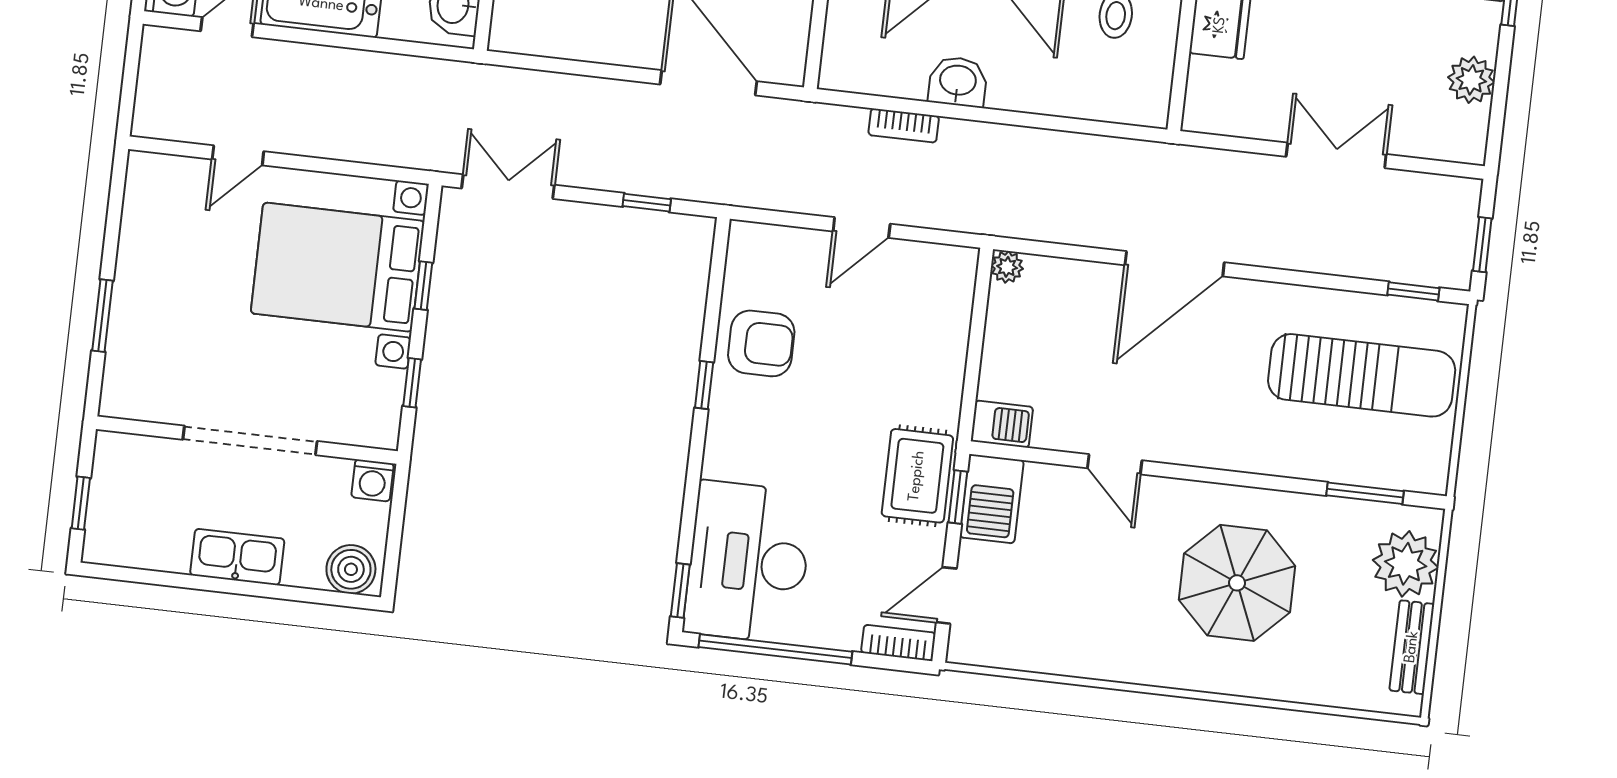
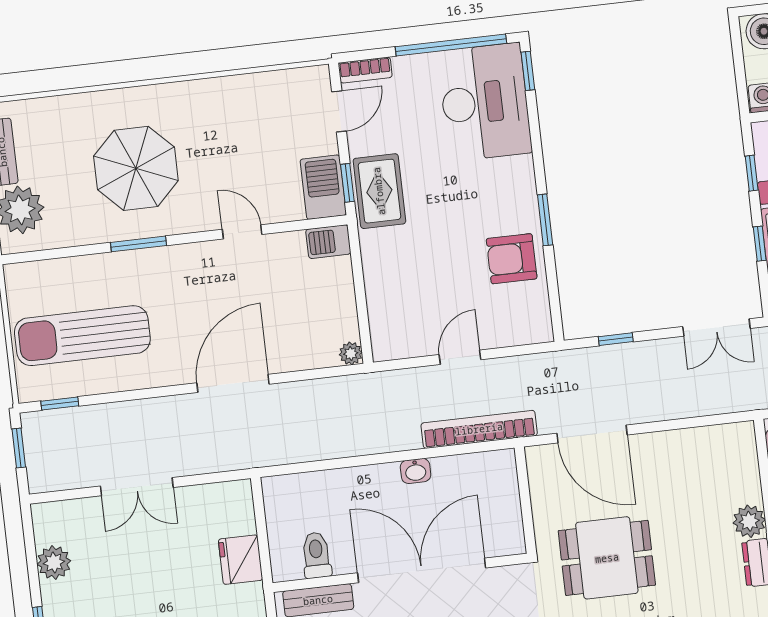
washbasin: (958, 82) -> (416, 471), width x0.72, depth x0.69
bookcase: (904, 125) -> (479, 429), width x2.31, depth x1.31
window: (704, 385) -> (545, 220), width x1.50
window: (1365, 493) -> (139, 244), moved

